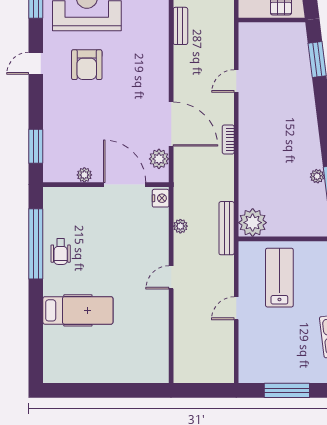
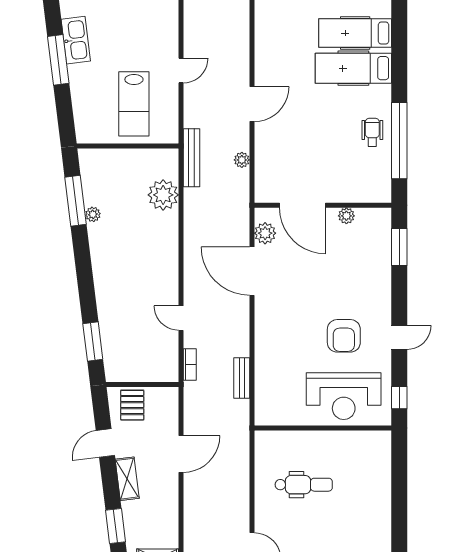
armchair: (87, 65) -> (344, 336), turned 180
door: (236, 81) -> (181, 318), swing flipped
bookcase: (228, 139) -> (190, 365), moved
nightstand: (161, 198) -> (263, 190), removed
plant: (253, 223) -> (163, 195), moved
door: (171, 277) -> (252, 104), width x1.38
hospital bed: (76, 343) -> (355, 33), added

